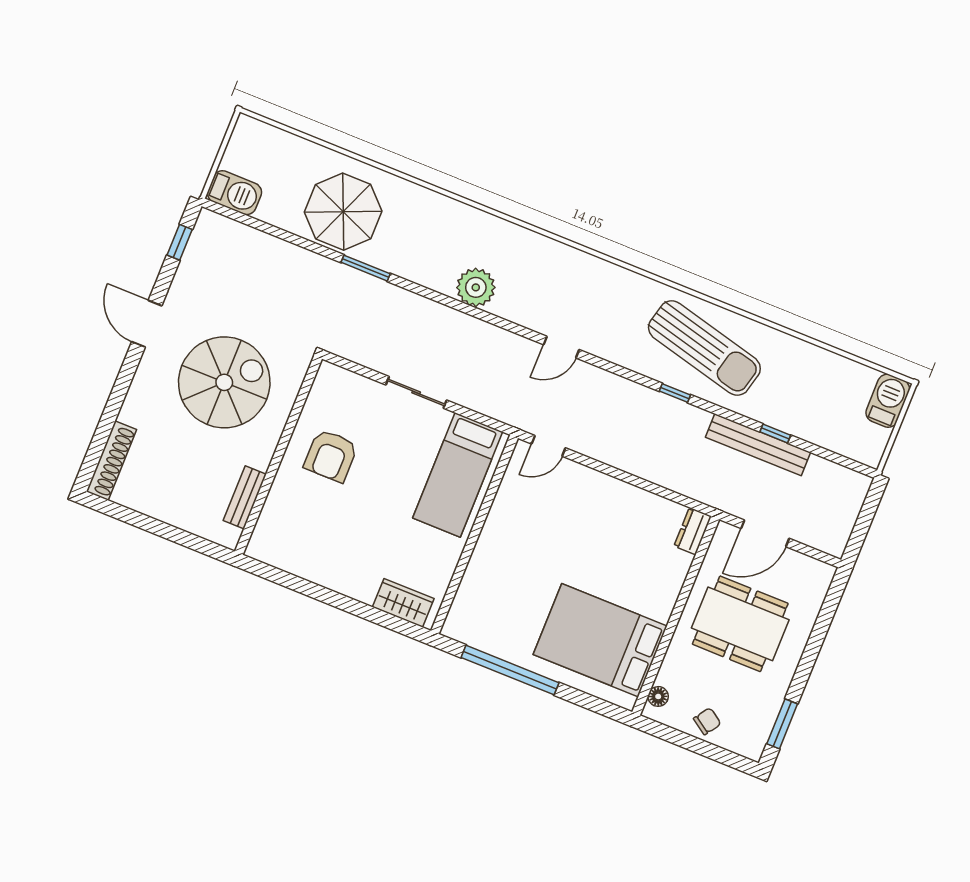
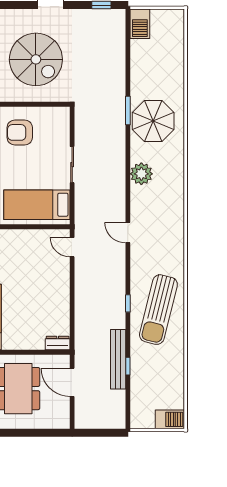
parasol: (343, 212) -> (153, 121), moved

